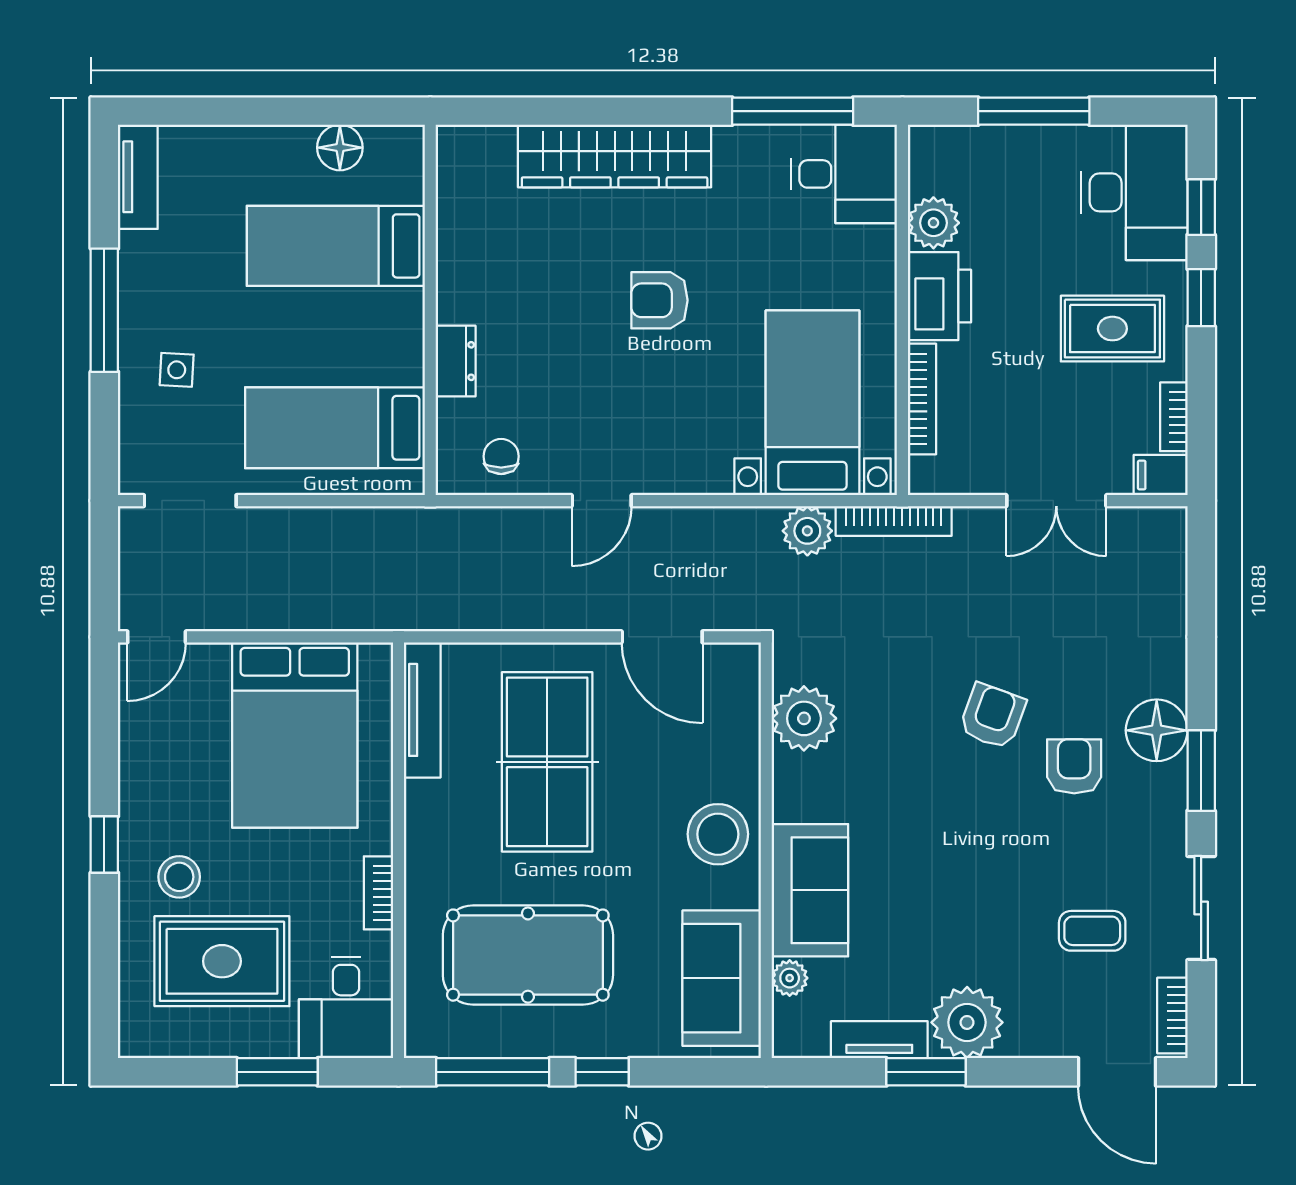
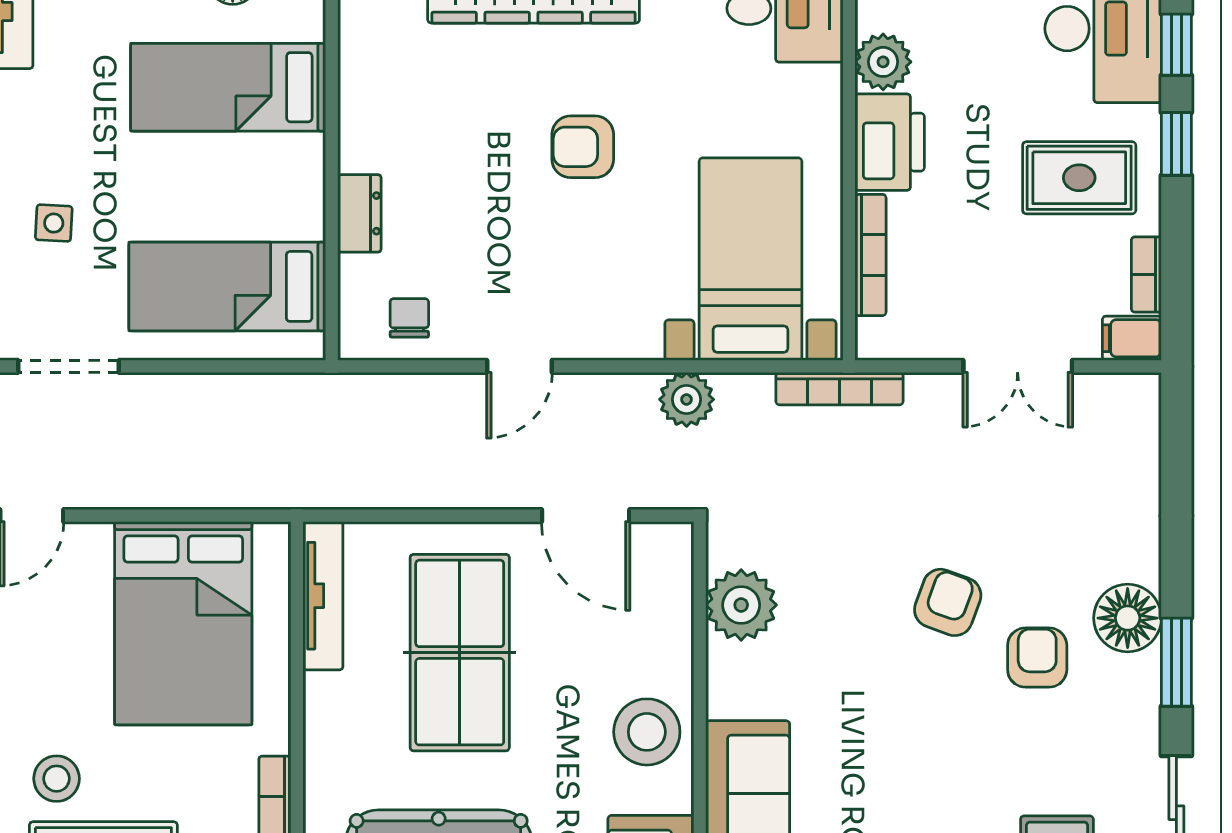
plant: (807, 531) -> (687, 399), moved

